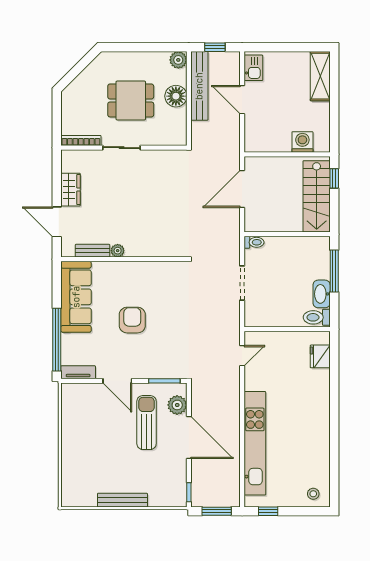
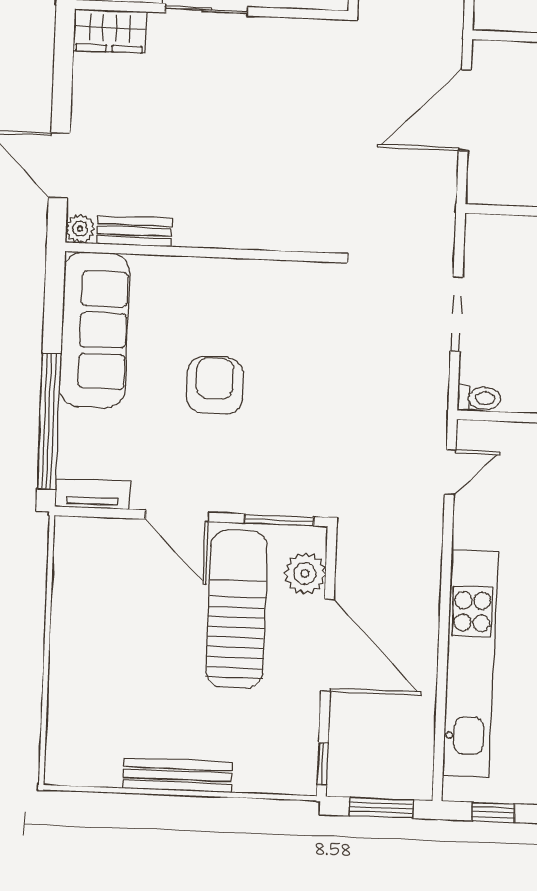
wardrobe: (70, 190) -> (110, 31), moved, turned 90
toilet: (254, 242) -> (479, 398), moved
plant: (118, 251) -> (80, 229), moved
sun lounger: (147, 423) -> (237, 609), width x1.36, depth x1.34

